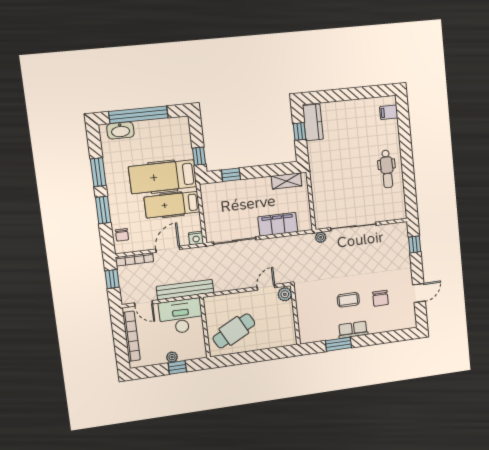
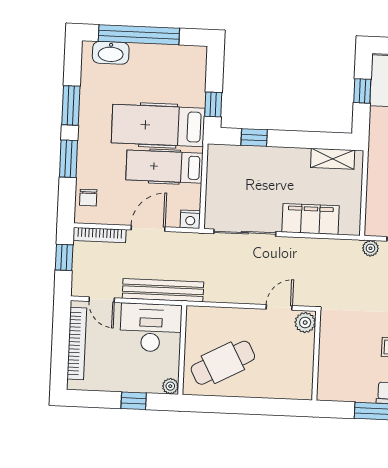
plant: (172, 357) -> (170, 386), moved

